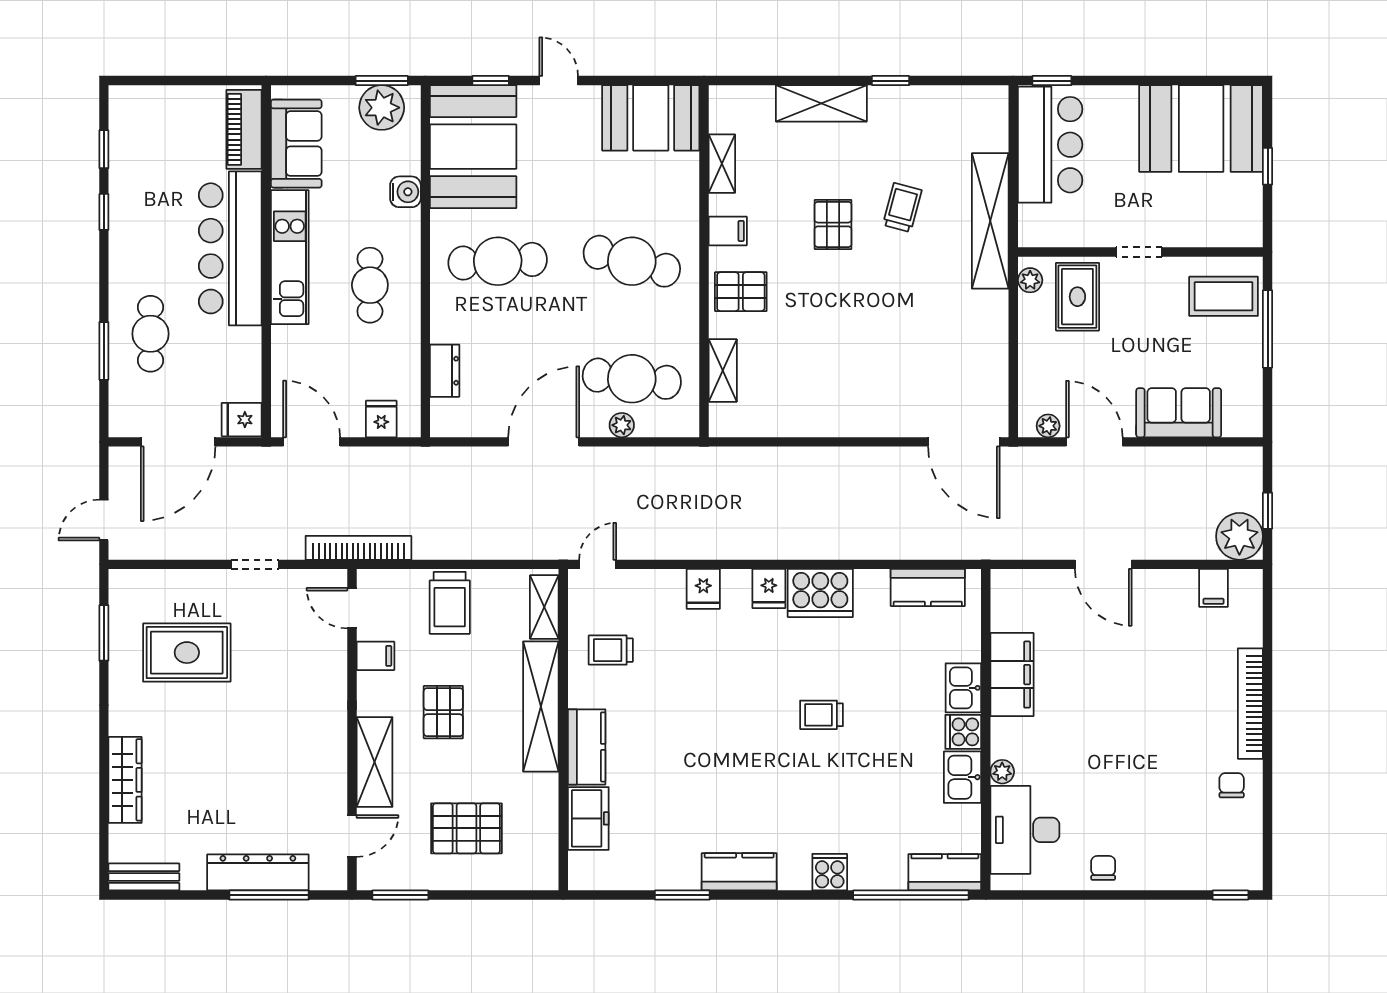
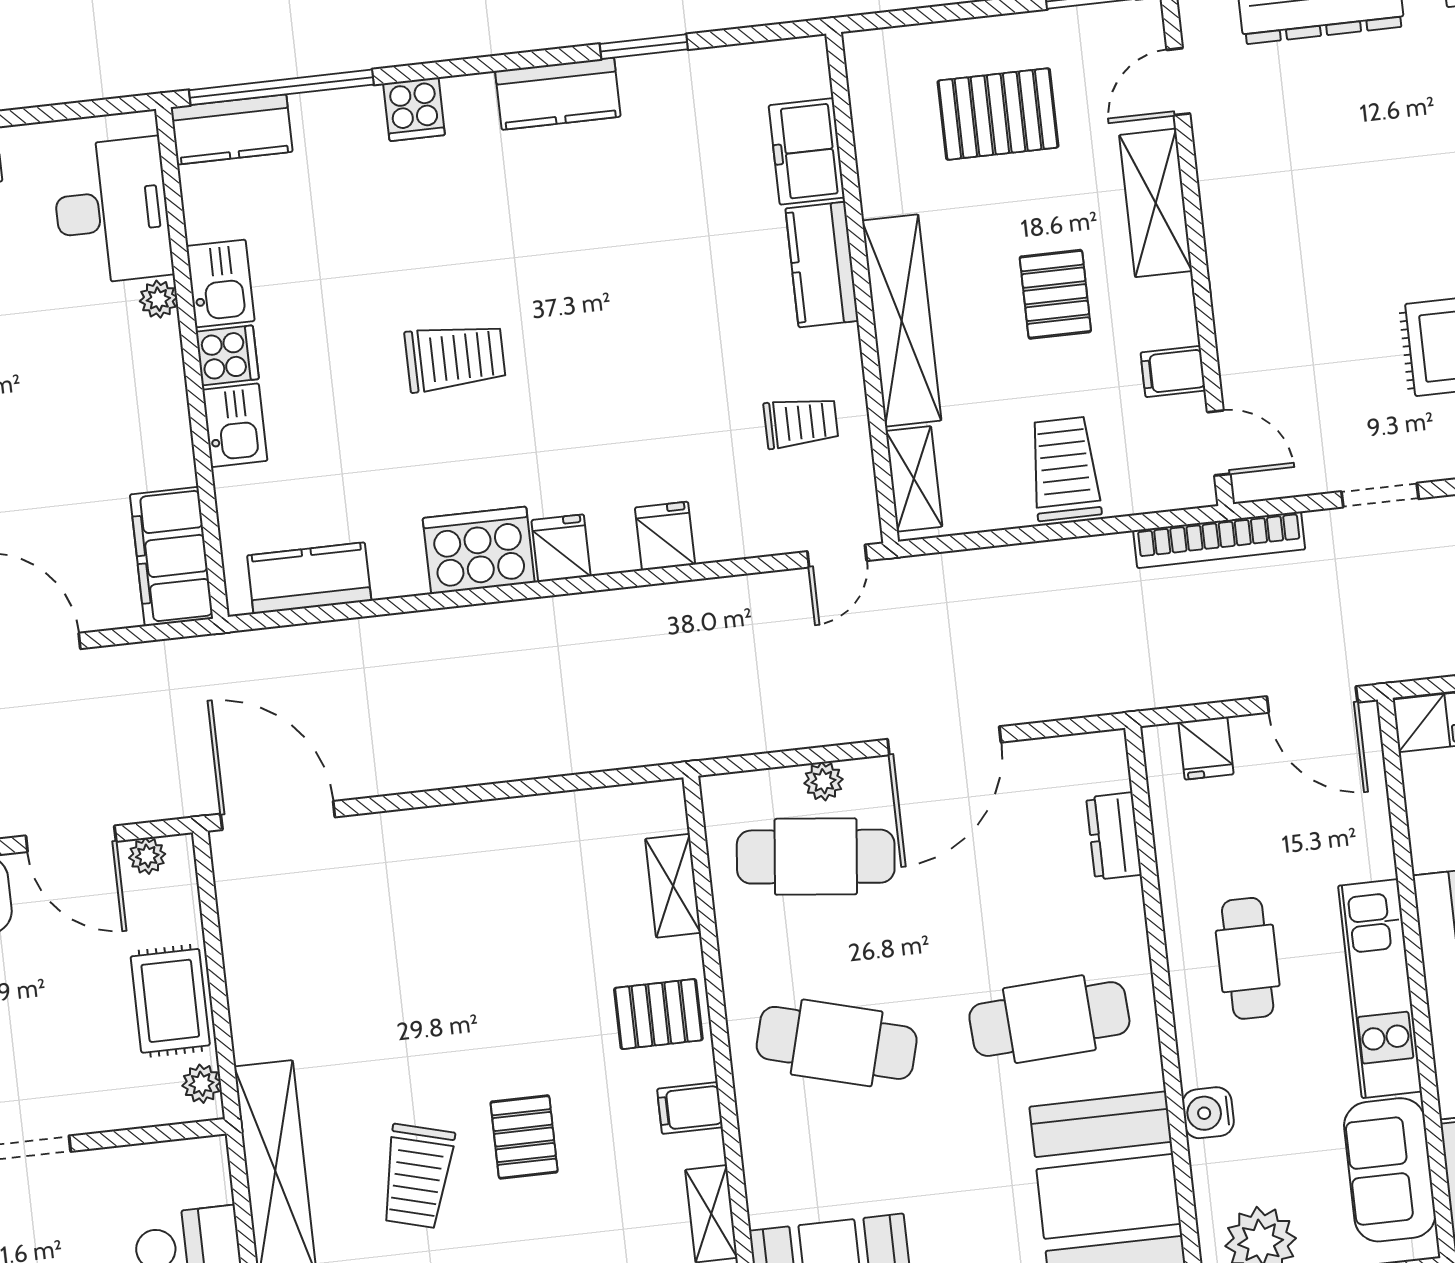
trolley: (902, 208) -> (417, 1176), width x1.36, depth x1.39
rug: (1077, 297) -> (170, 1001), moved
filing cabinet: (1012, 675) -> (172, 556), moved
trolley: (822, 715) -> (455, 357), width x1.36, depth x1.39

